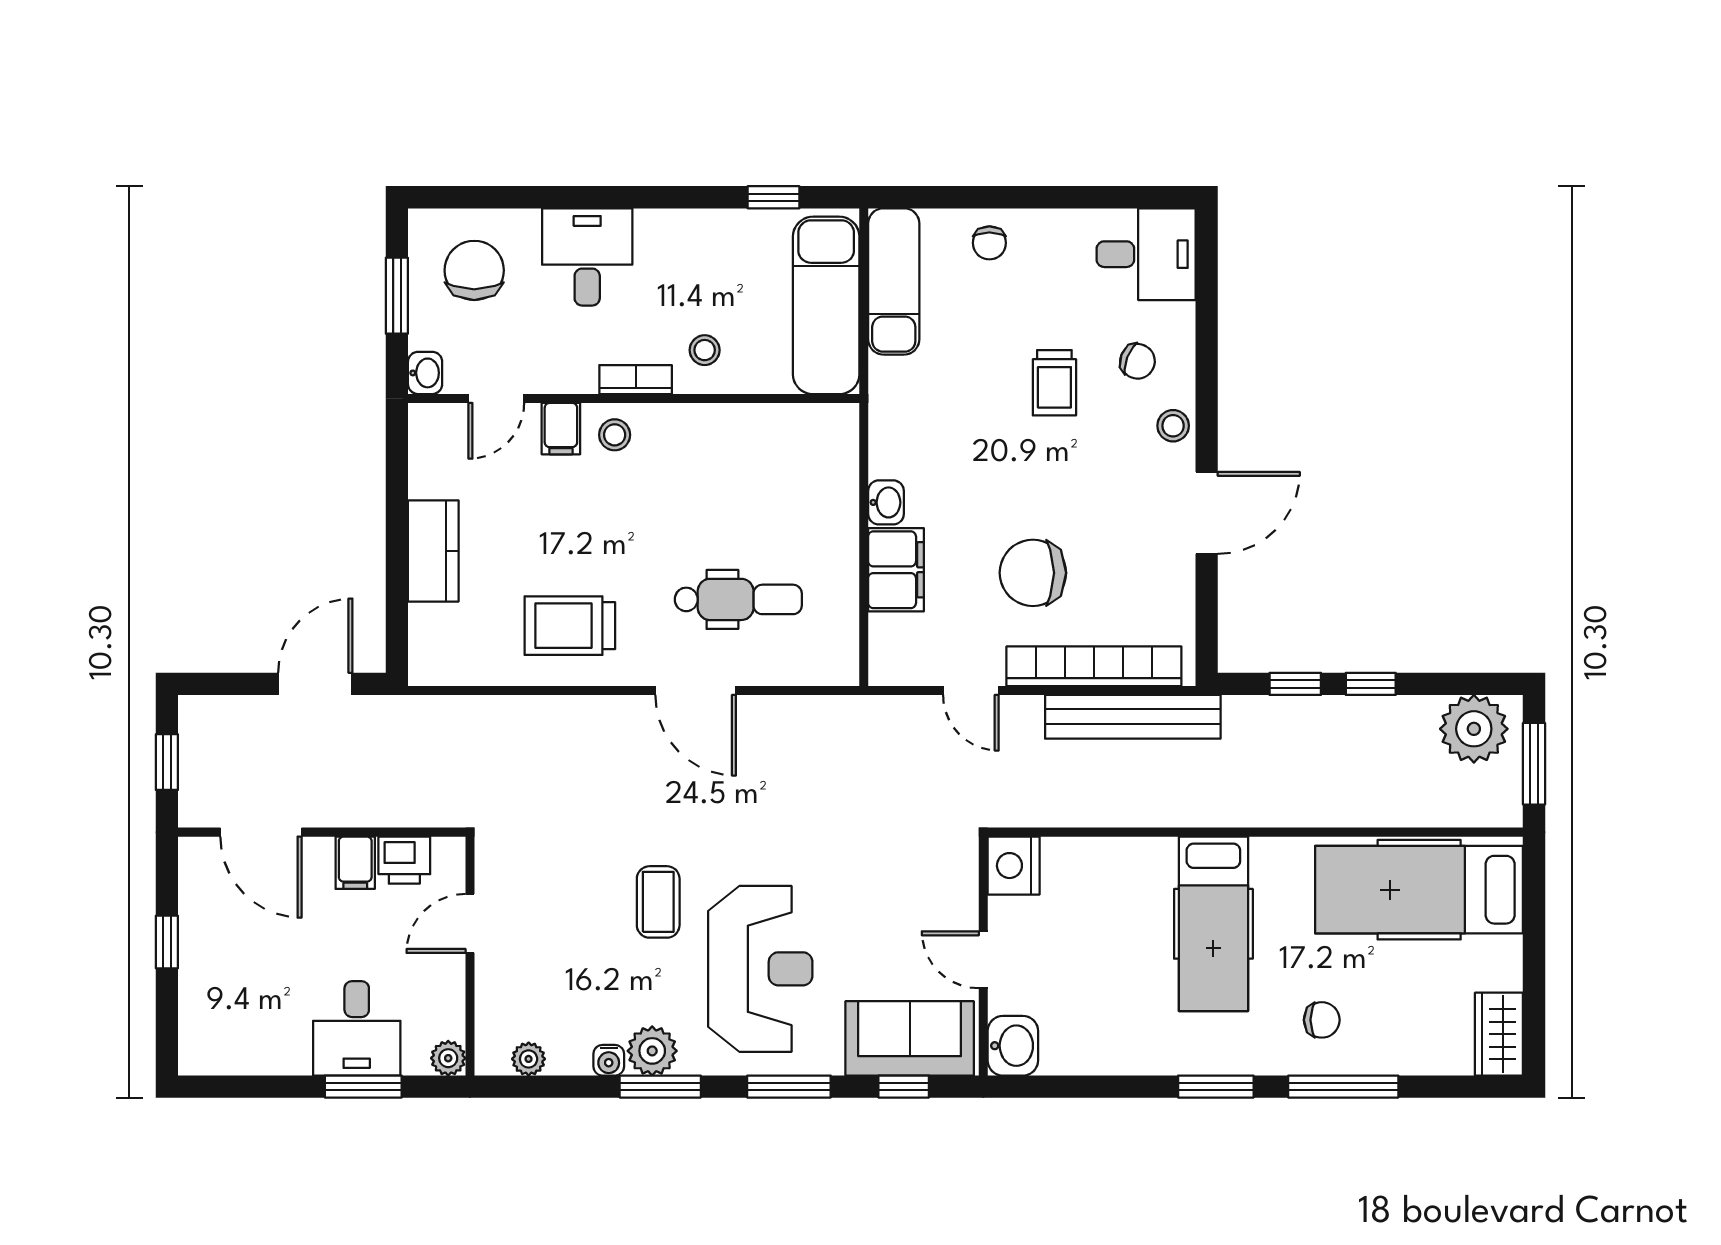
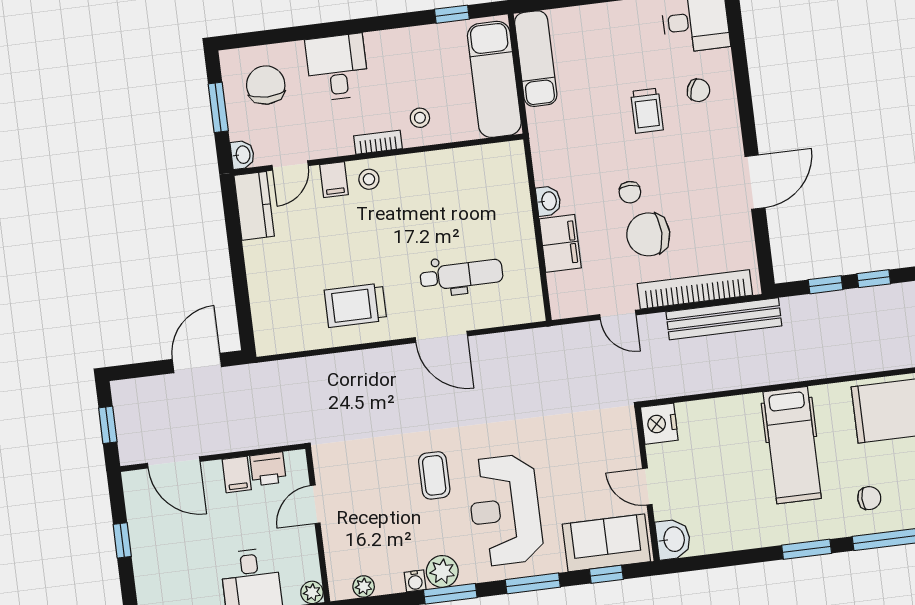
chair: (989, 243) -> (630, 192), moved
stool: (1173, 426) -> (726, 129), removed
kitchen counter: (433, 551) -> (254, 206), moved
reception desk: (760, 969) -> (505, 510), turned 180

